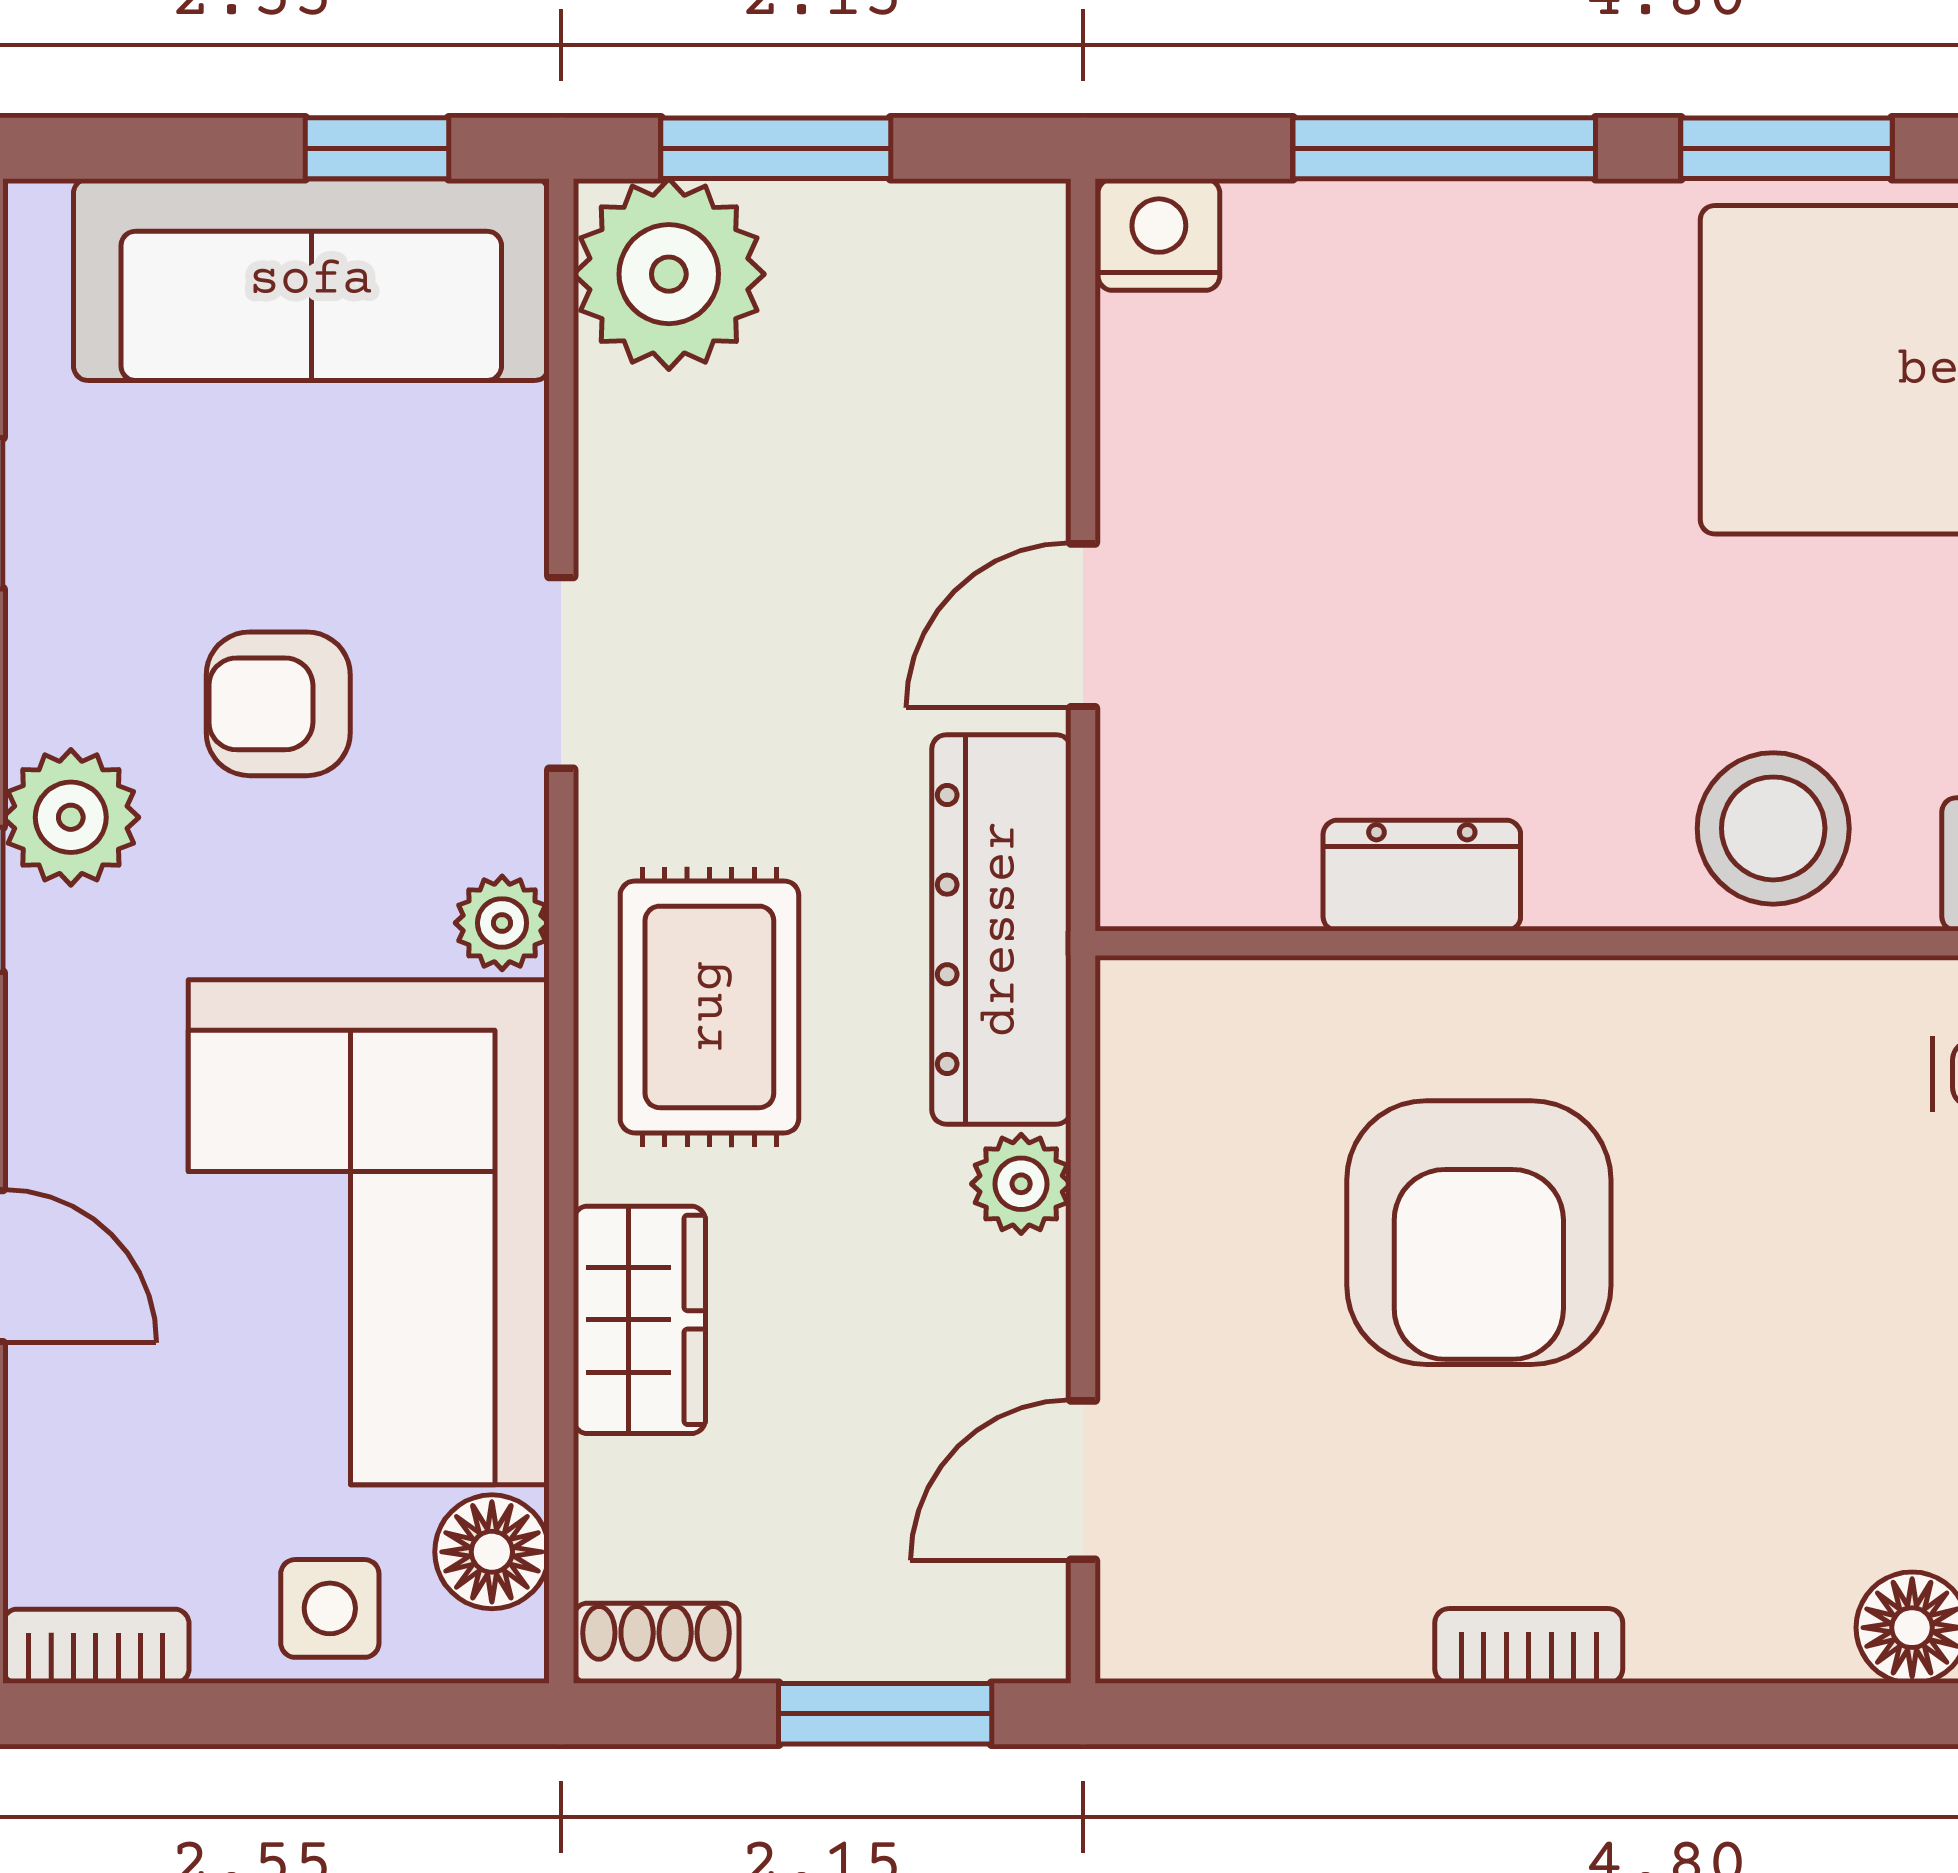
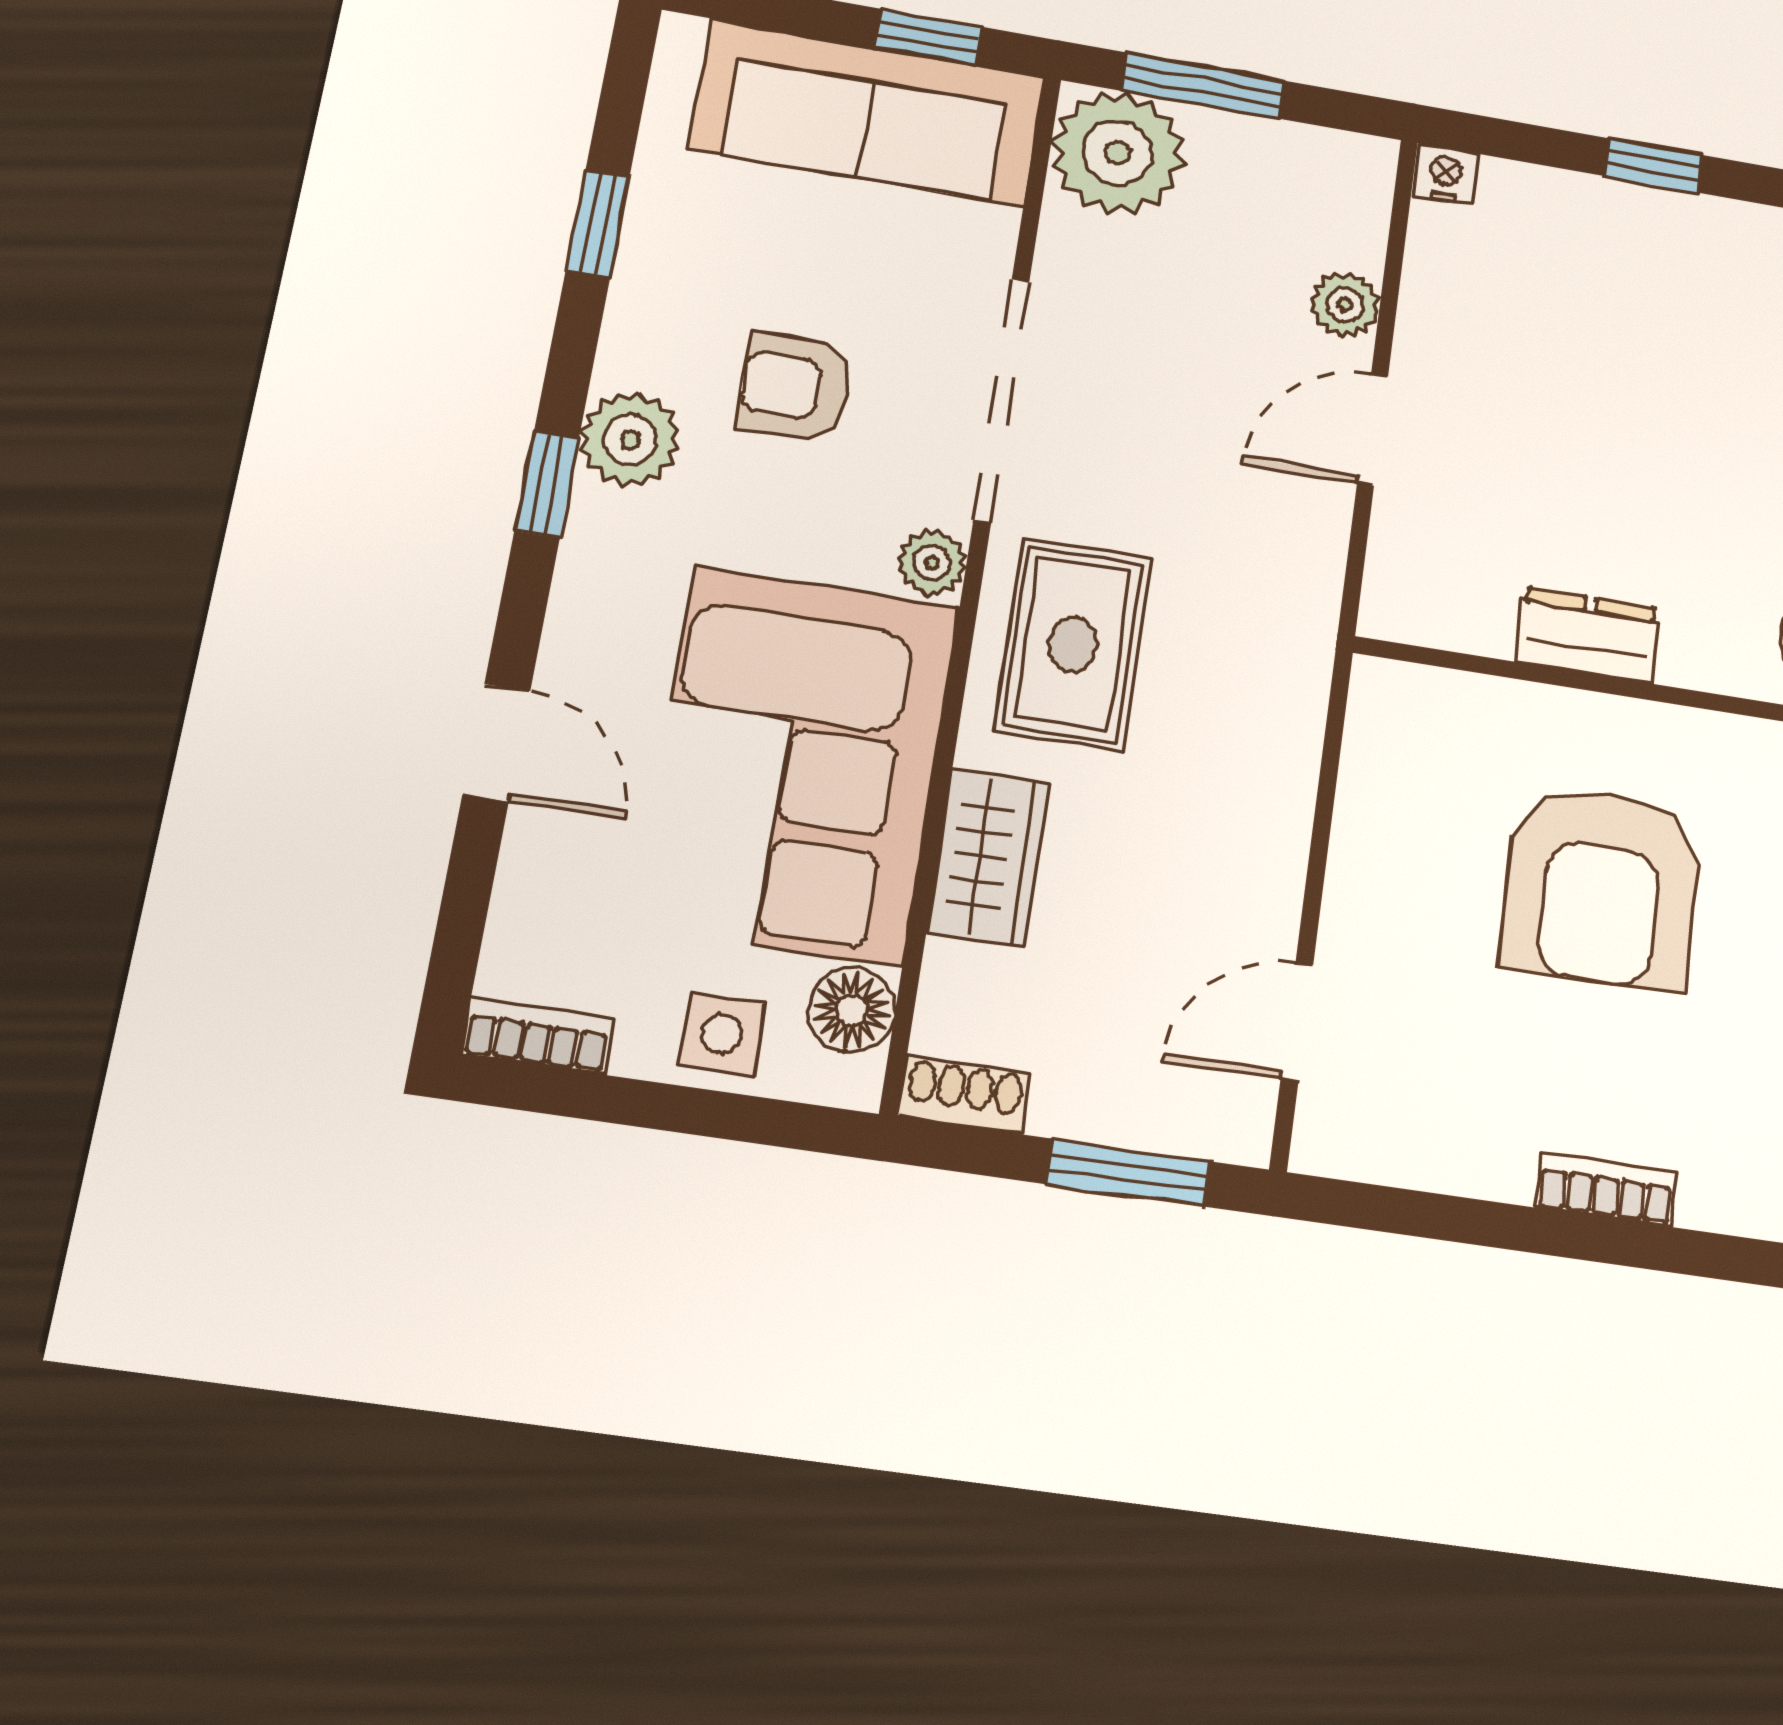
window: (1444, 148) -> (1653, 165), width x0.46
nightstand: (1159, 235) -> (1446, 175), width x0.72, depth x0.74
doorway: (561, 673) -> (1002, 400), width x1.88
dresser: (1001, 929) -> (1289, 624), removed
plant: (1021, 1184) -> (1345, 305), moved

